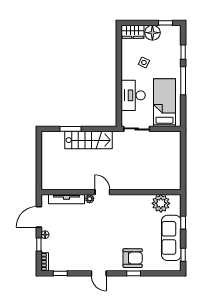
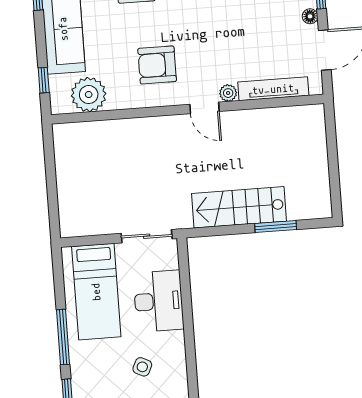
armchair: (125, 216) -> (157, 65), added
window: (183, 223) -> (44, 80), moved

